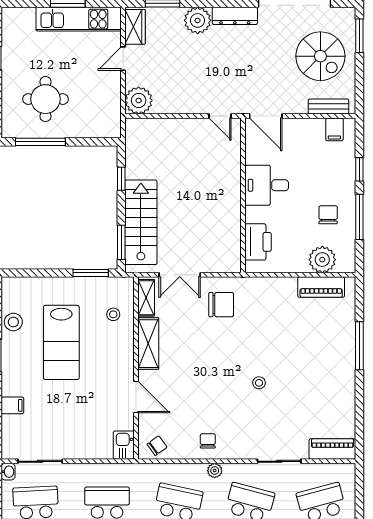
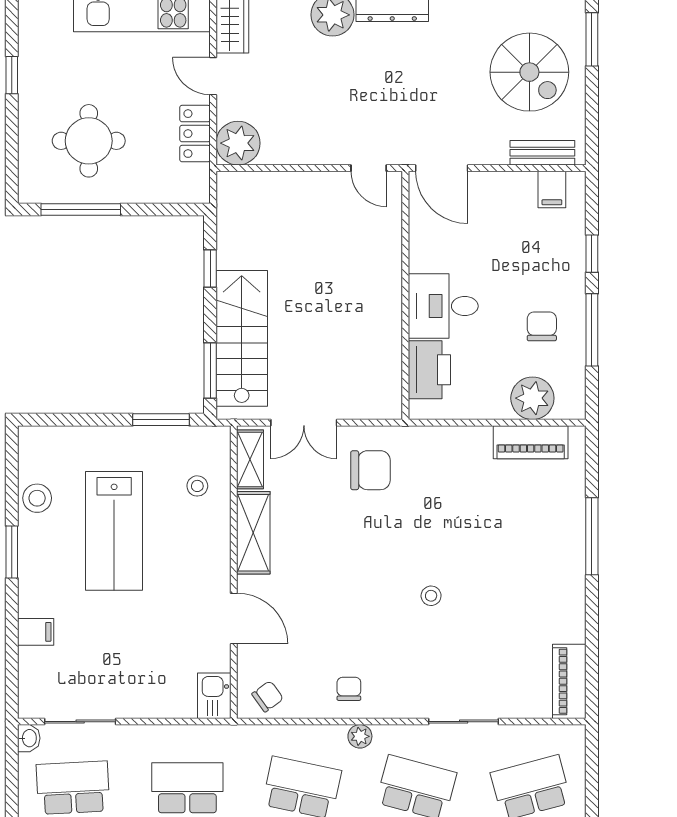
door: (123, 59) -> (213, 76), hinge flipped
locker: (112, 95) -> (195, 134), added
desk: (267, 185) -> (443, 306), moved
piano: (332, 449) -> (569, 681), moved, turned -90

